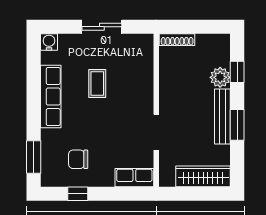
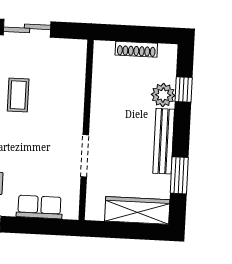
shoe rack: (177, 40) -> (136, 49), moved
window: (237, 125) -> (179, 175), moved
row of seats: (134, 178) -> (39, 207), moved

